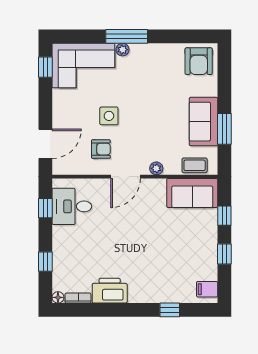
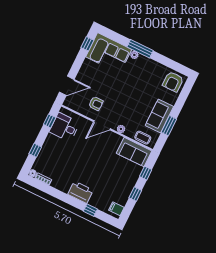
side table: (109, 116) -> (109, 88), removed
printer: (110, 291) -> (80, 192), moved

